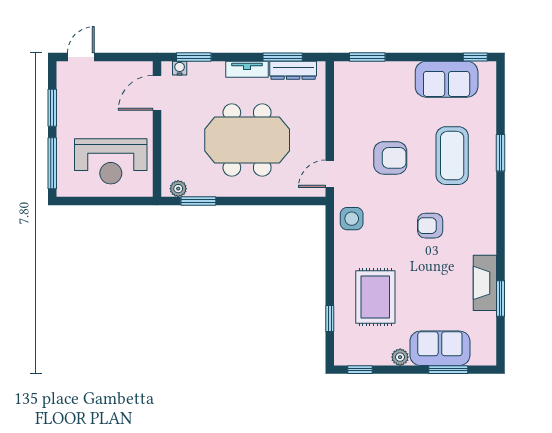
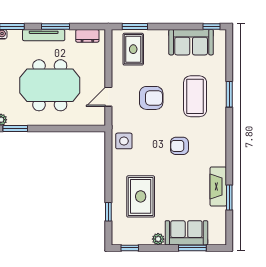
window: (283, 57) -> (55, 27), moved
tv unit: (247, 69) -> (44, 35), width x1.41
dresser: (293, 70) -> (87, 36), width x0.70
rug: (365, 89) -> (133, 49), added
door: (330, 174) -> (108, 97), moved

